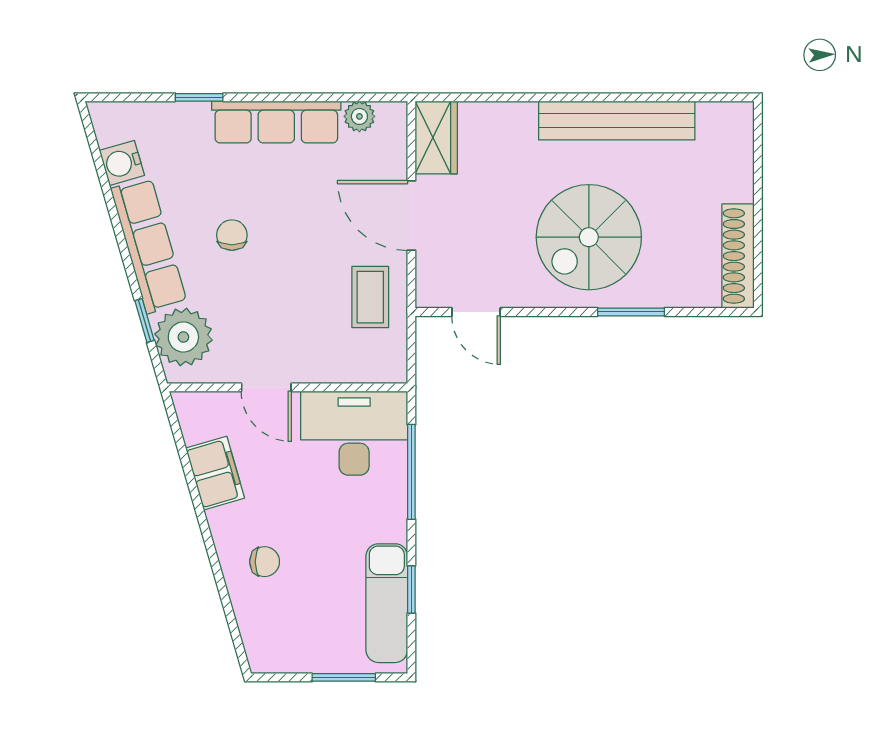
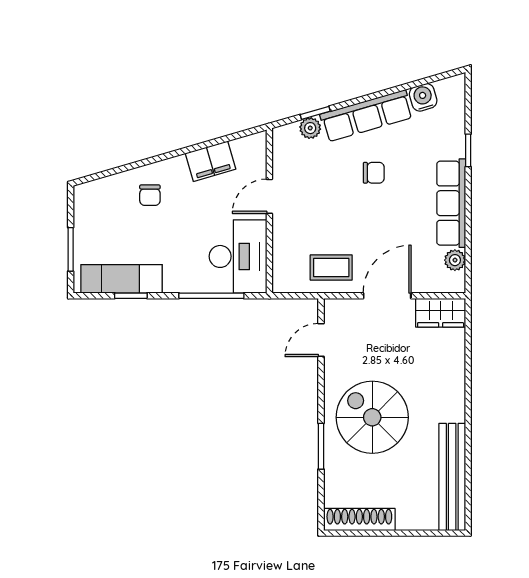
bench: (617, 120) -> (452, 477), moved
plant: (183, 337) -> (310, 128), width x0.53, depth x0.53

